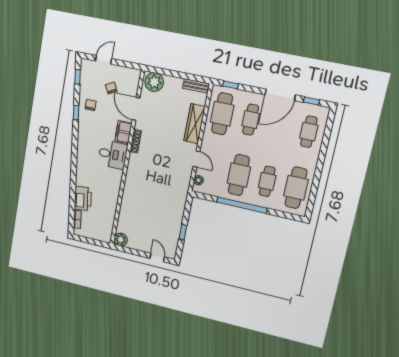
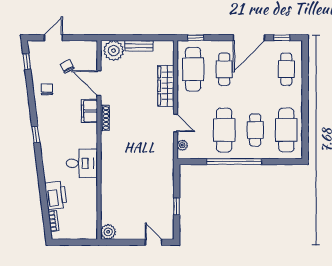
bench: (196, 86) -> (139, 46), moved
window: (76, 113) -> (36, 135), moved
desk: (113, 155) -> (82, 163), moved

